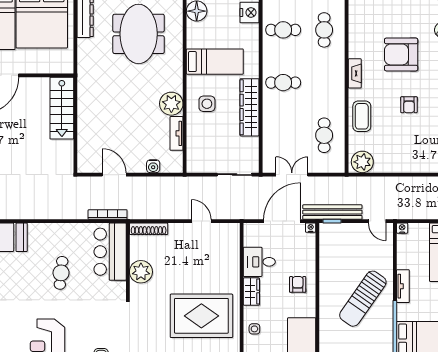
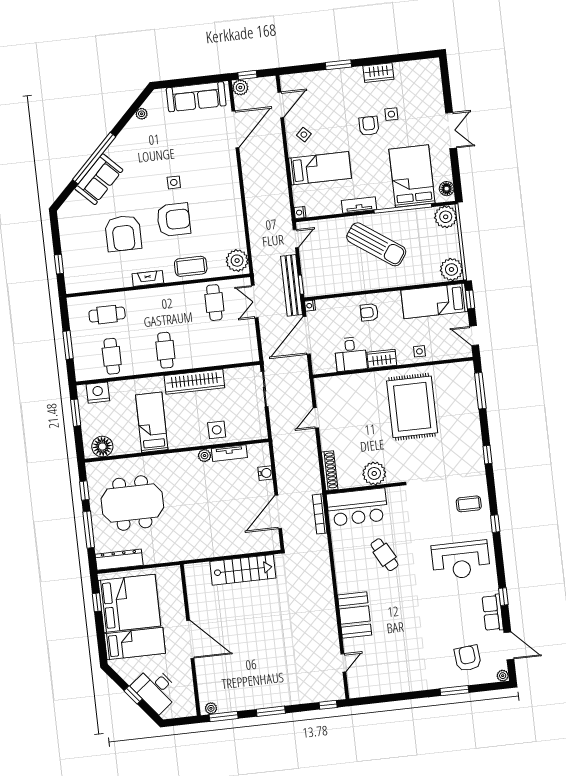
plant: (171, 104) -> (205, 456), width x0.53, depth x0.53
side table: (207, 104) -> (217, 430), moved
armchair: (409, 105) -> (174, 220), width x1.88, depth x1.88
stairs: (62, 108) -> (243, 570), moved
cafe table: (324, 135) -> (214, 303), turned 90
door: (114, 175) -> (278, 512), width x1.36
double door: (292, 175) -> (255, 302), moved
door: (282, 221) -> (307, 335), hinge flipped
cafe table: (61, 273) -> (385, 555), turned 55

